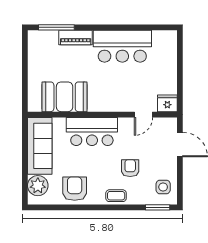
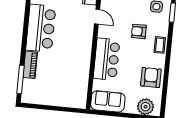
booth: (65, 97) -> (77, 78), removed
sofa: (40, 146) -> (108, 101), width x0.73
armchair: (75, 189) -> (151, 77), turned 90

